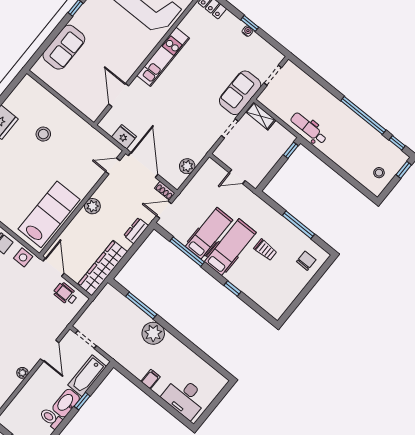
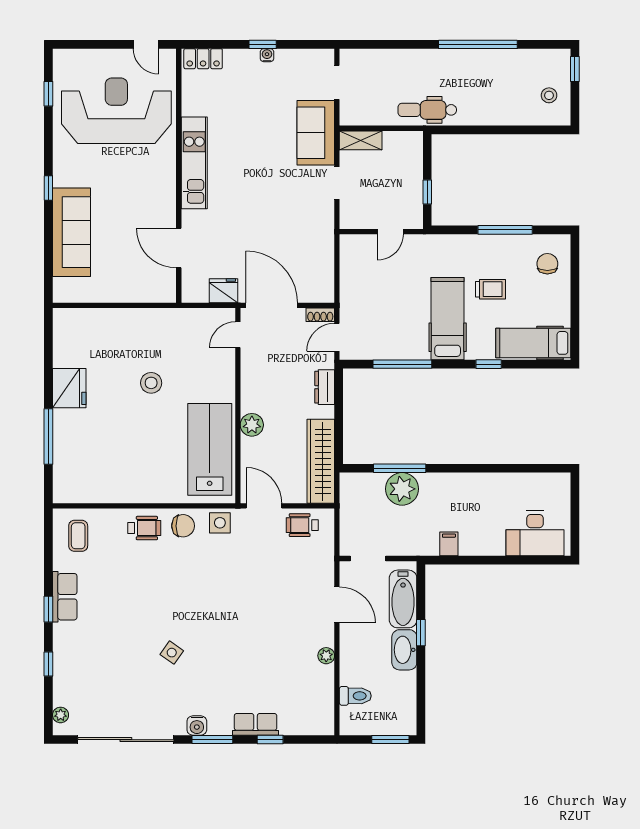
sofa: (64, 47) -> (71, 232), width x1.36
stool: (43, 134) -> (151, 383), moved
window: (397, 143) -> (542, 44), removed
window: (291, 150) -> (427, 192), moved
plant: (187, 166) -> (323, 266), removed
plant: (92, 206) -> (252, 425), moved
hospital bed: (209, 233) -> (533, 343), moved, turned -90
plant: (153, 333) -> (402, 489), moved
filing cabinet: (151, 379) -> (449, 544), moved
toilet: (51, 418) -> (355, 696), moved, turned 180

